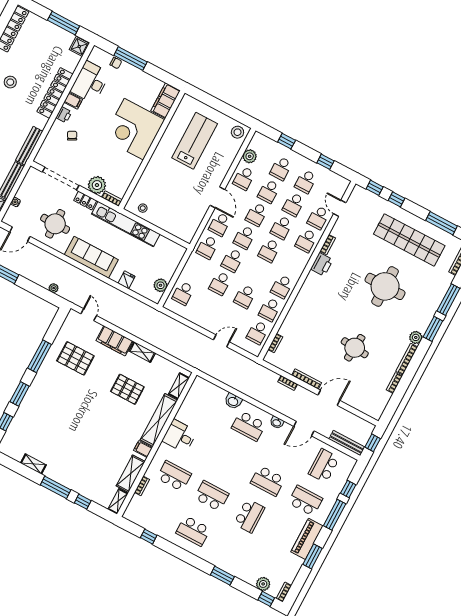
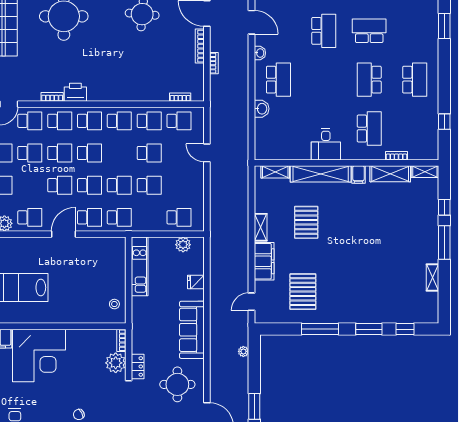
school desk: (269, 191) -> (89, 121), moved
kitchen unit: (126, 224) -> (140, 266), moved, width x0.73
school desk: (174, 476) -> (369, 128), turned 180

